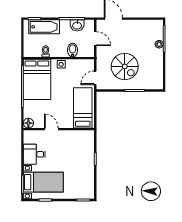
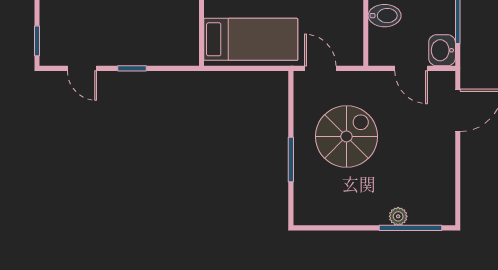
washbasin: (77, 25) -> (442, 50), moved
door: (95, 39) -> (411, 68), hinge flipped
spiral stairs: (125, 67) -> (346, 136), turned 180
door: (95, 181) -> (82, 68), added

